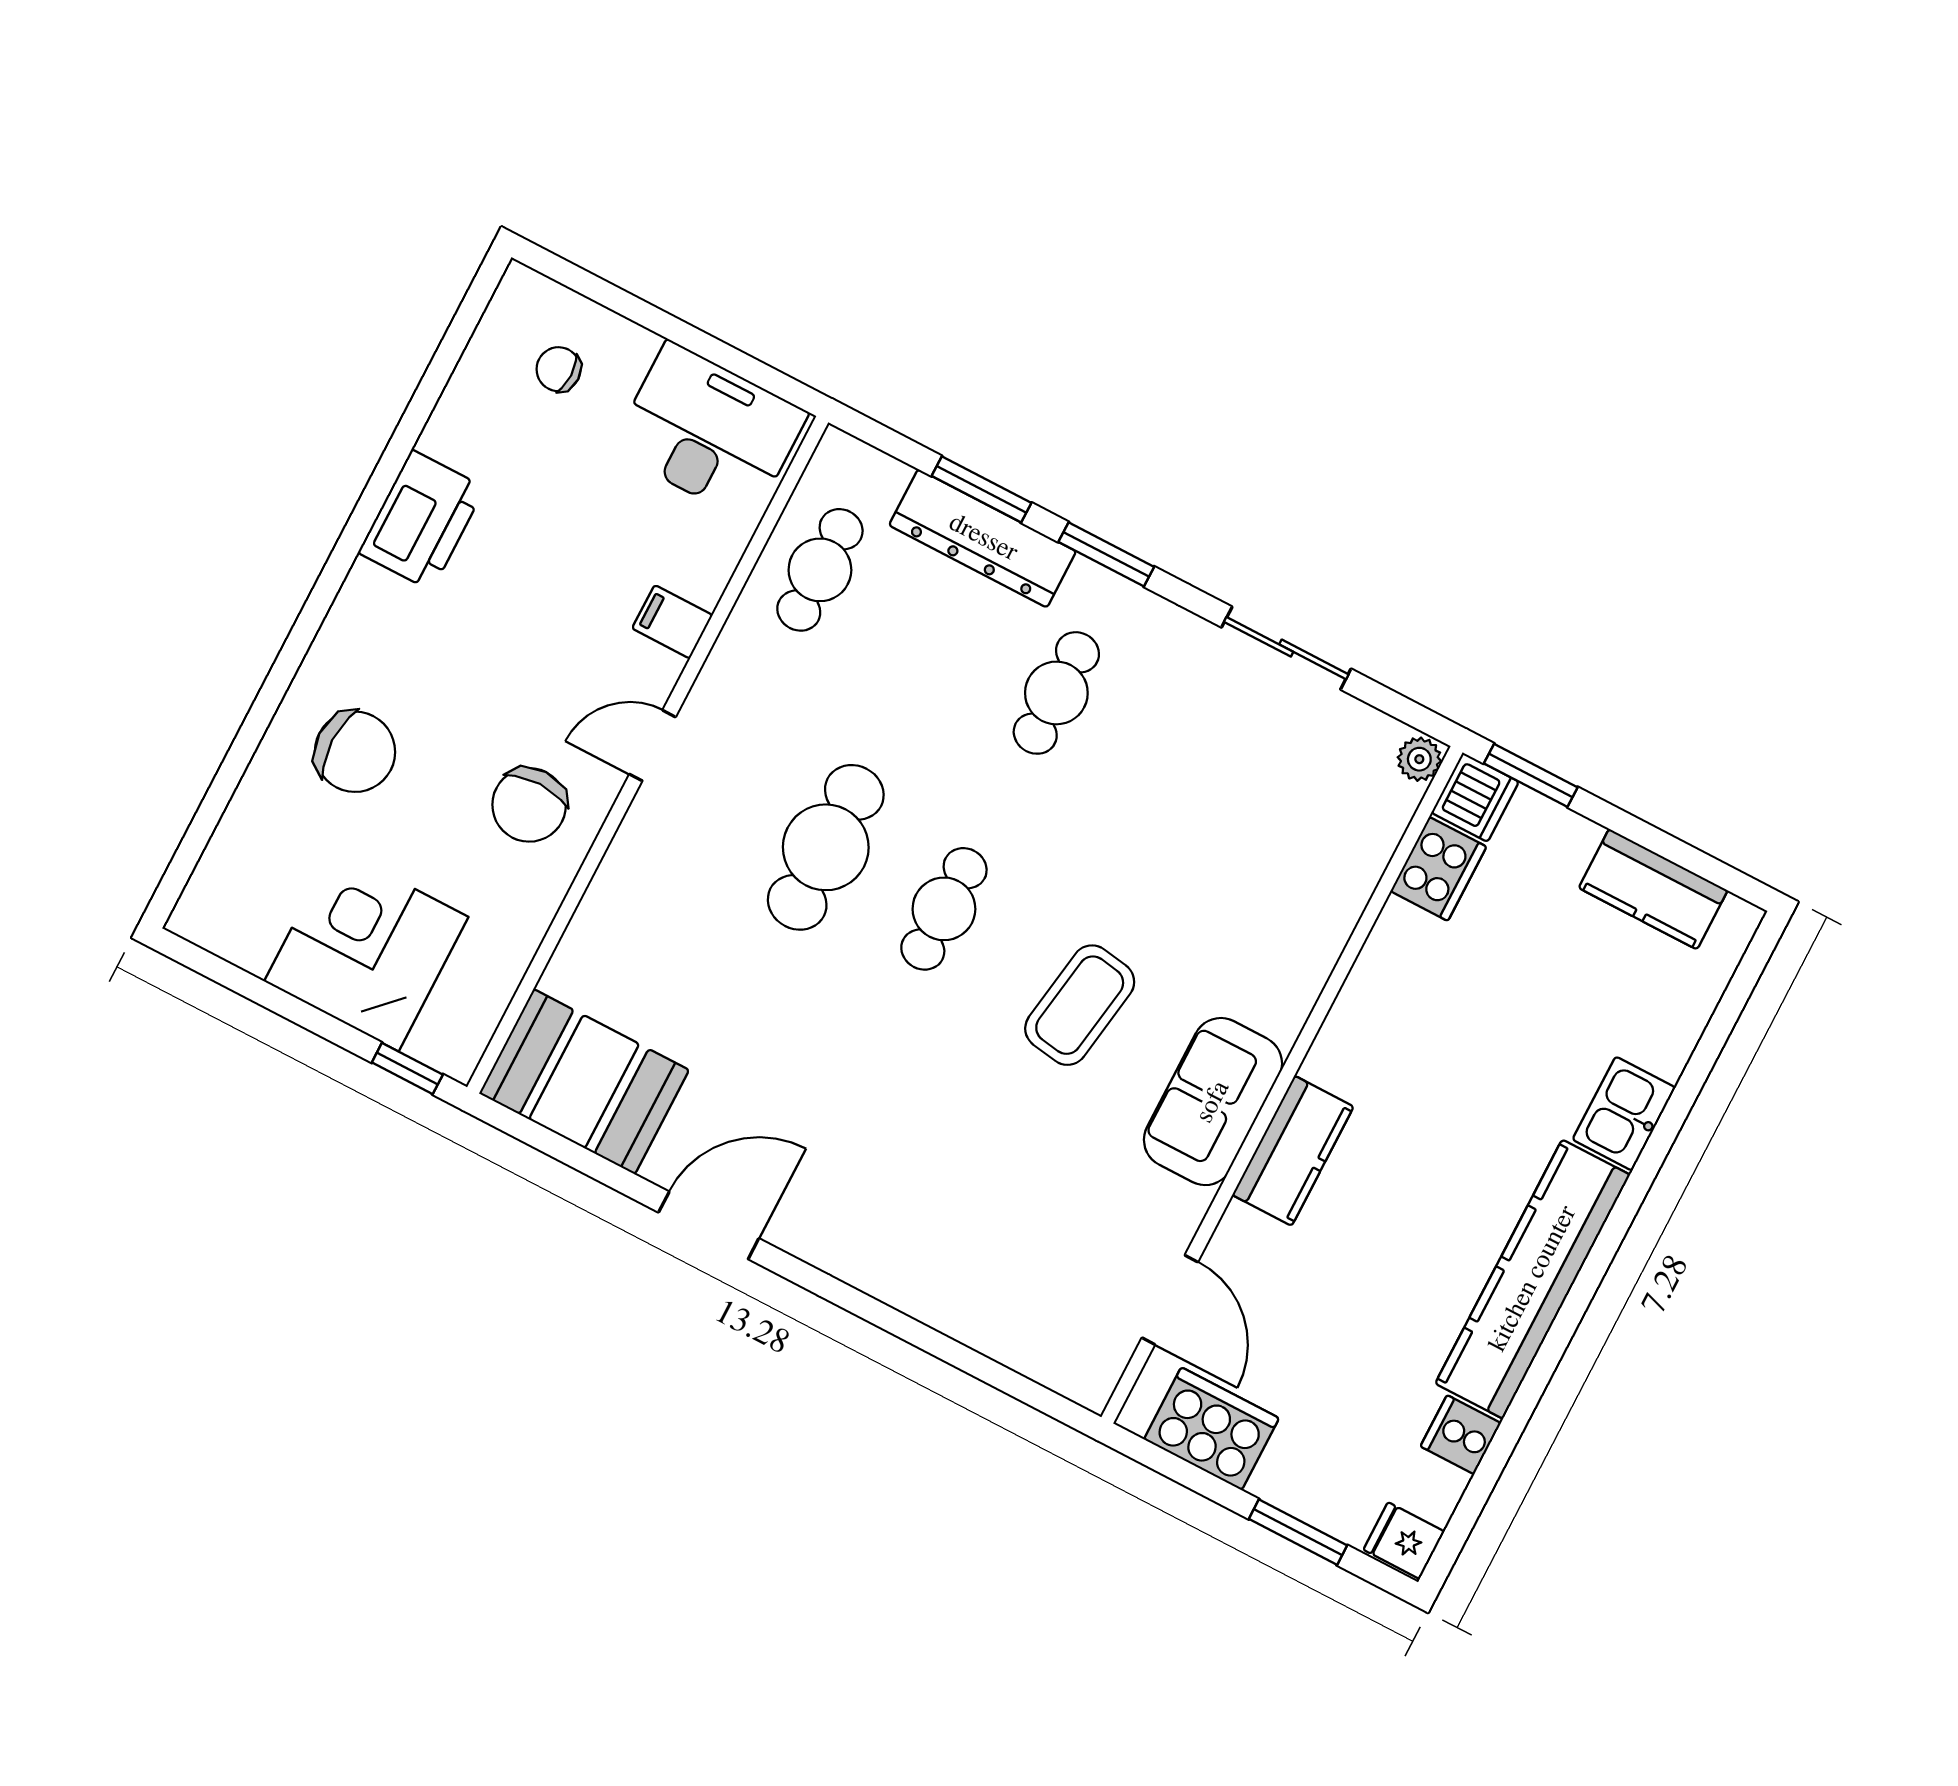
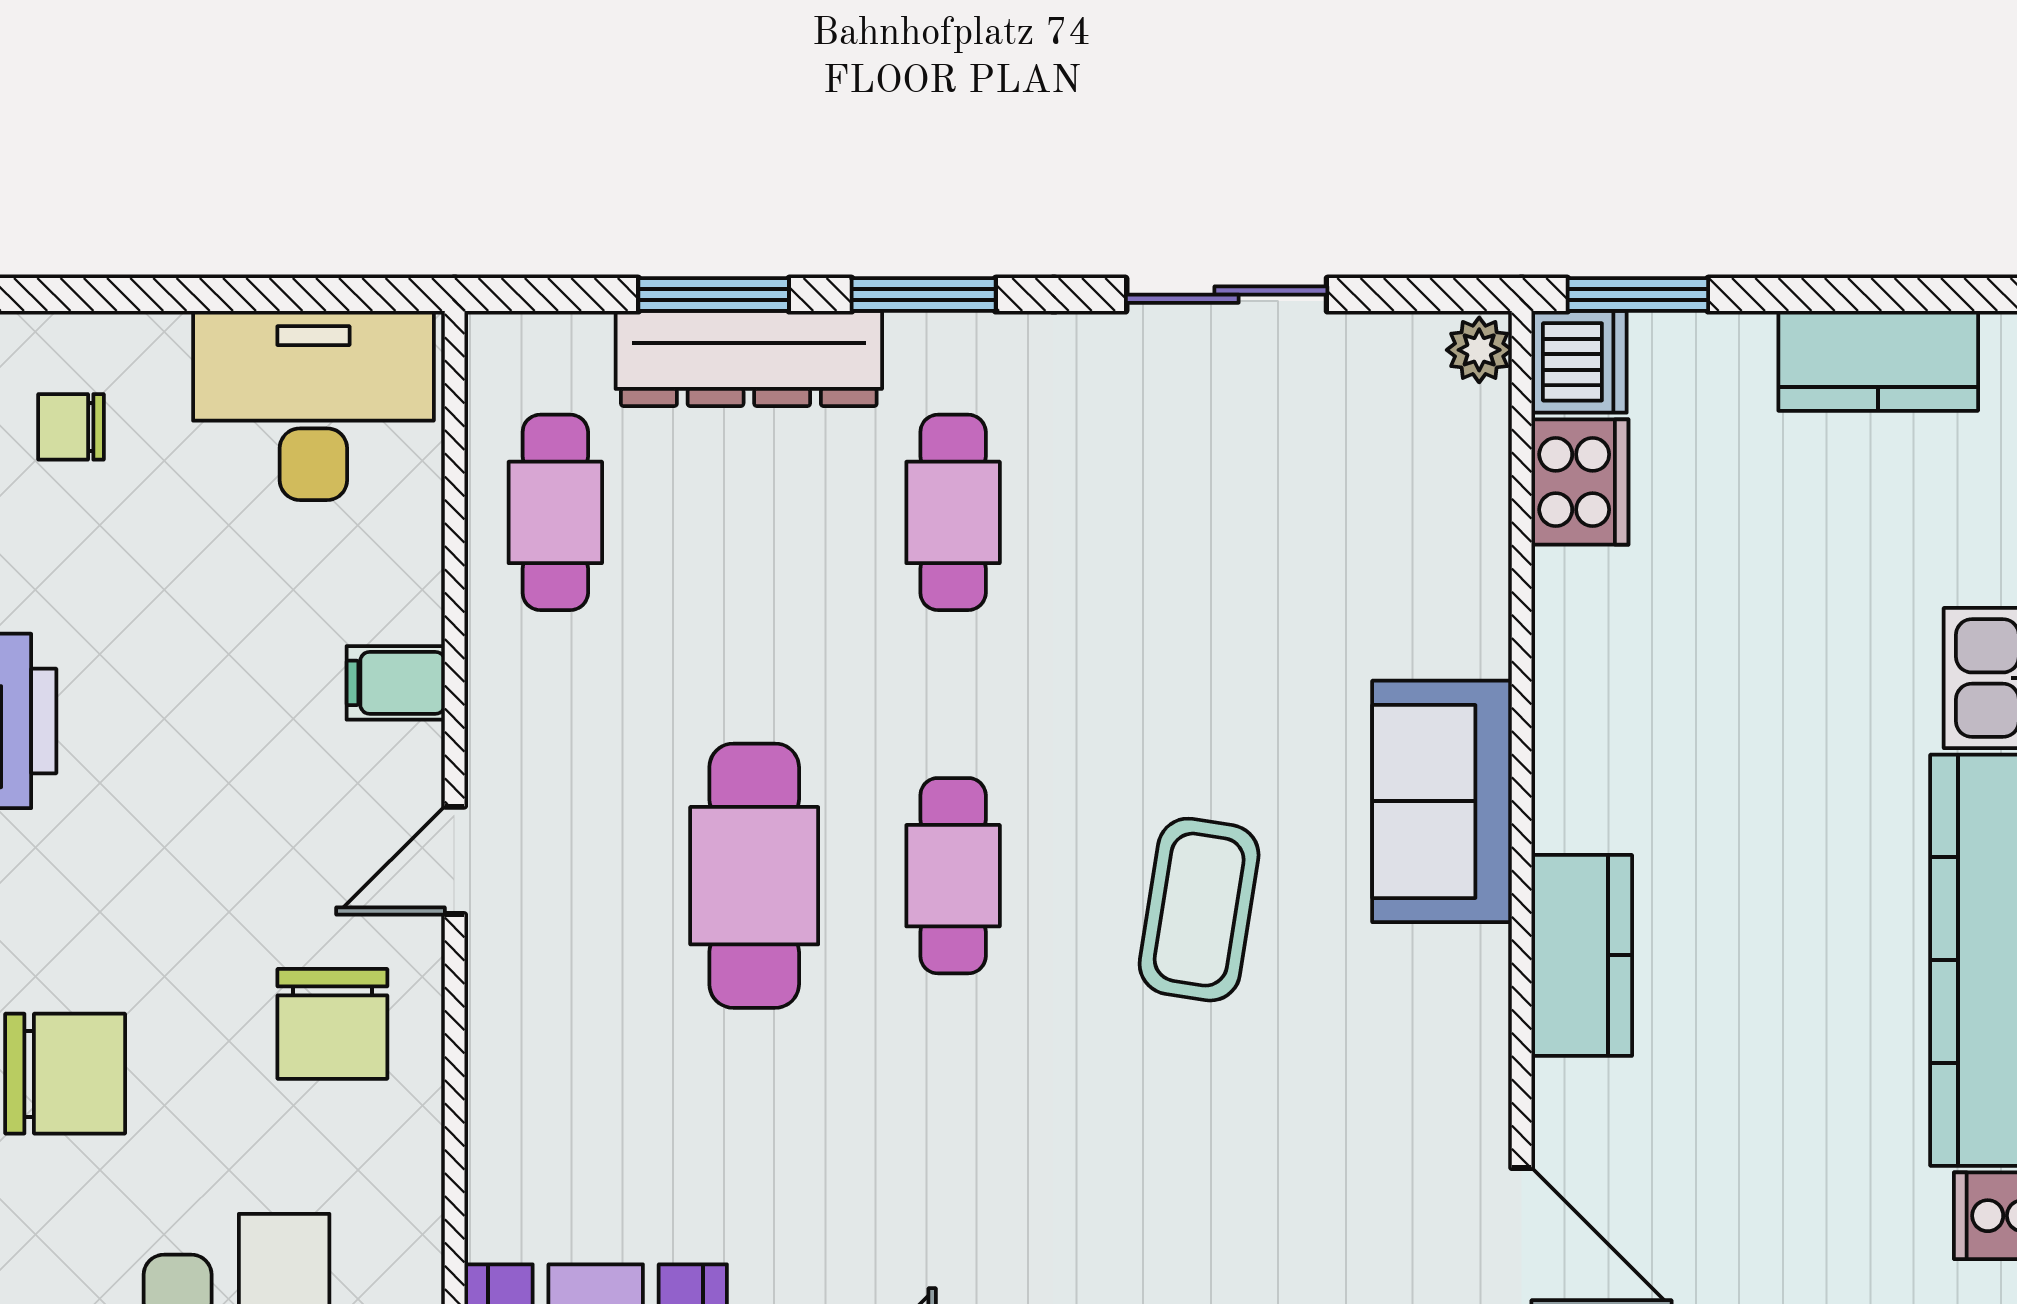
sofa: (1213, 1102) -> (1442, 801), moved

